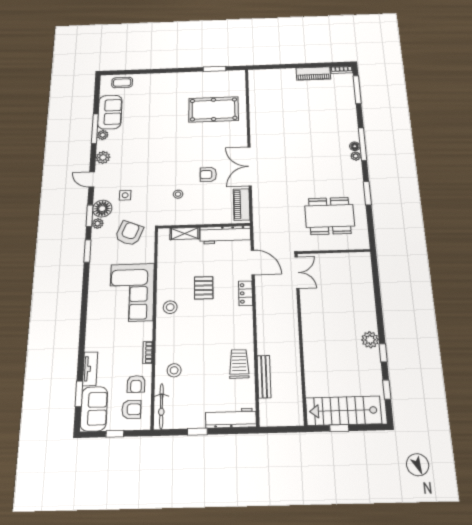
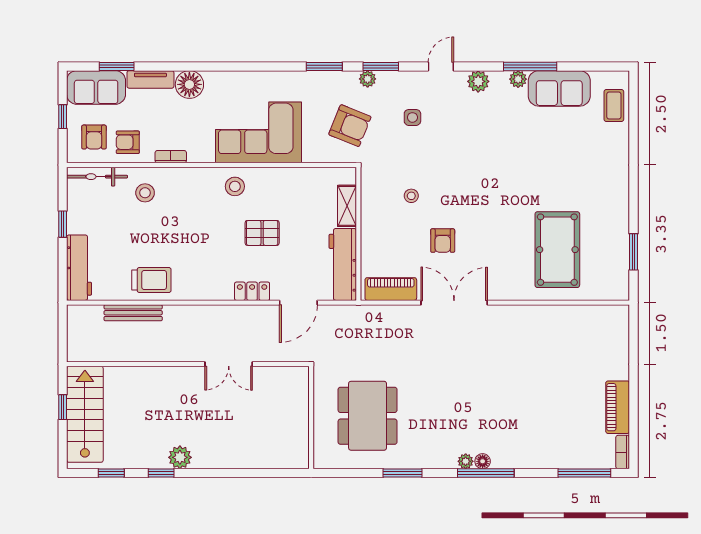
armchair: (208, 174) -> (443, 241), turned 180
floor lamp: (102, 209) -> (189, 84), moved
double door: (297, 272) -> (229, 364), moved

